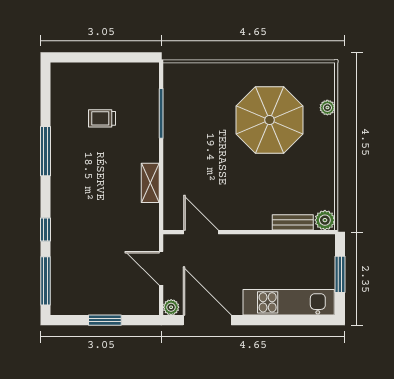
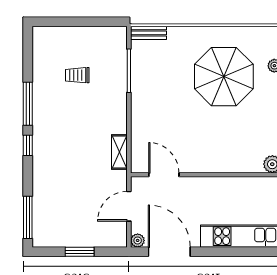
shelving: (150, 183) -> (119, 152), moved
bench: (293, 222) -> (149, 33), moved
window: (46, 230) -> (28, 145), moved
door: (161, 268) -> (129, 206), hinge flipped

